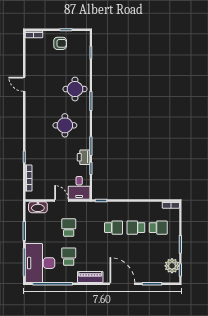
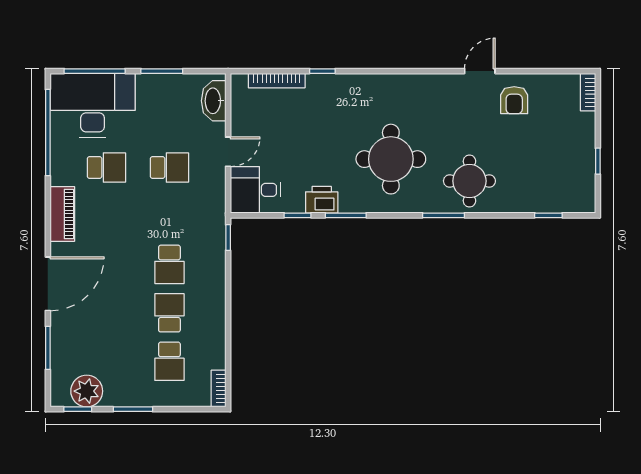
armchair: (60, 43) -> (514, 100), moved
round table: (65, 125) -> (391, 159), width x1.36, depth x1.36

